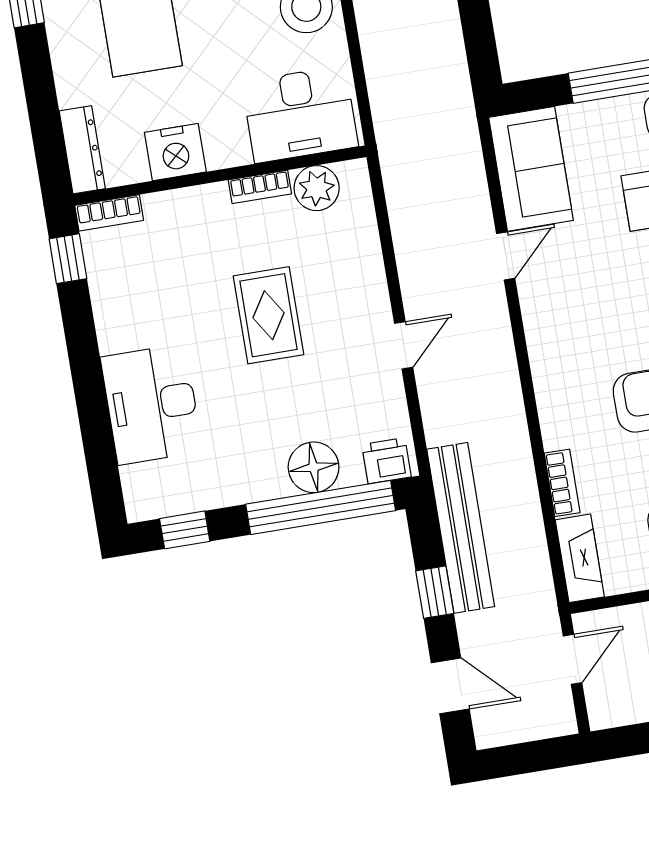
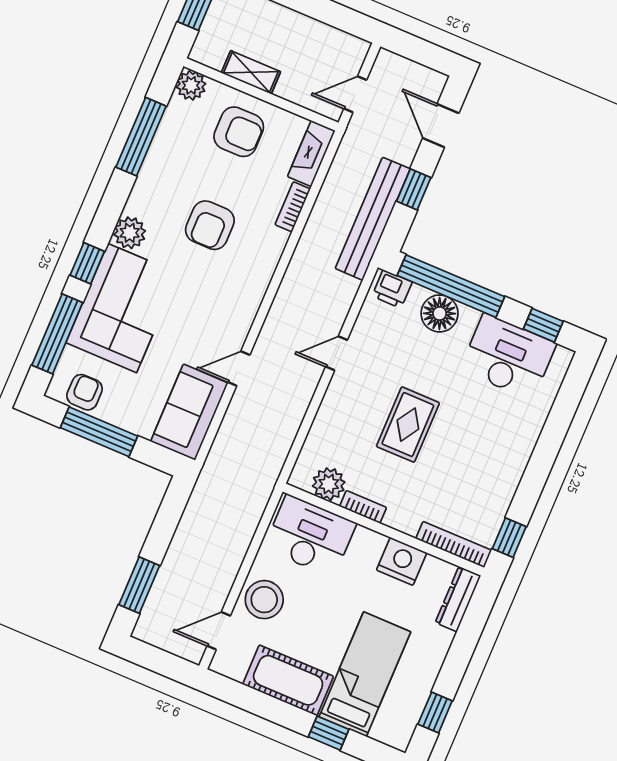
bookcase: (109, 213) -> (454, 545), width x1.56
desk: (151, 404) -> (508, 357), moved, turned -90

